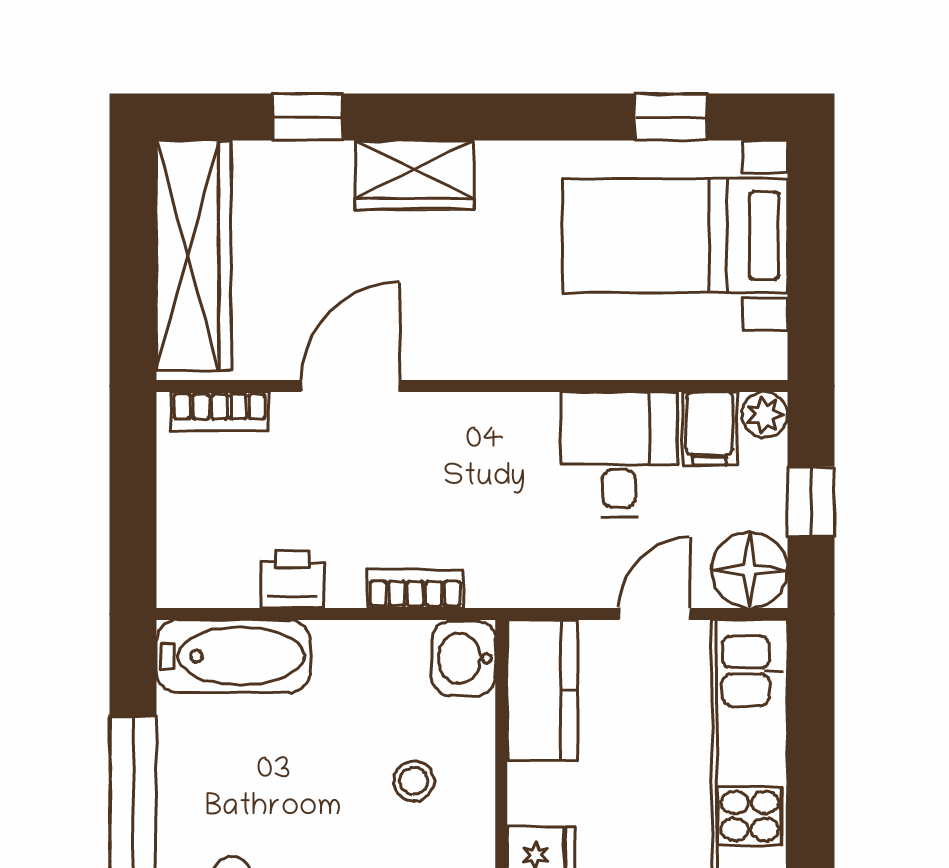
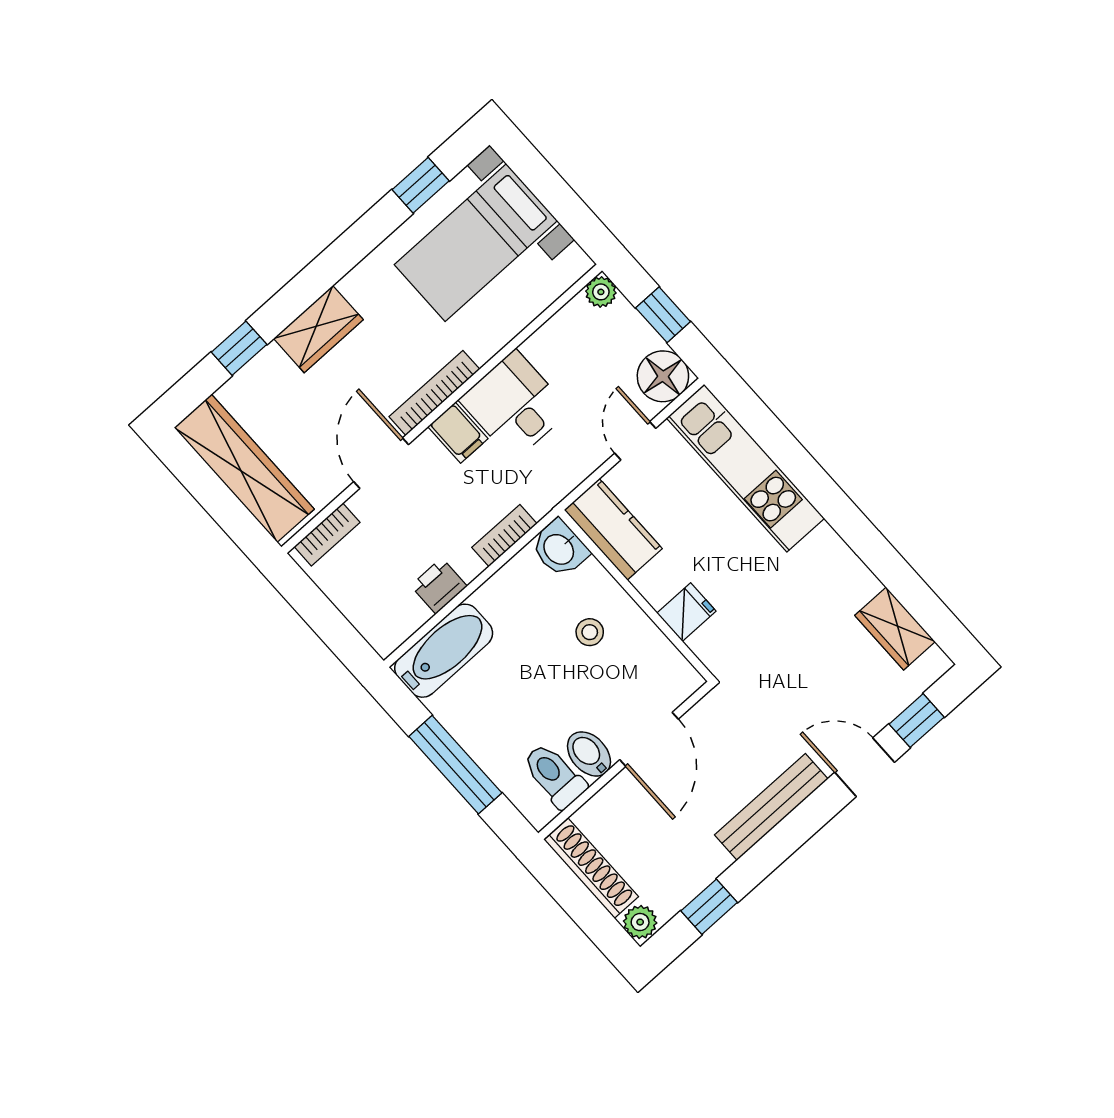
bookcase: (480, 361) -> (434, 393), added
filing cabinet: (710, 429) -> (458, 433), moved
desk: (619, 455) -> (515, 405), moved

